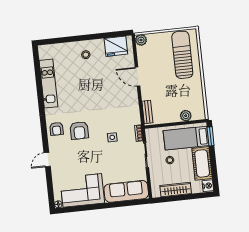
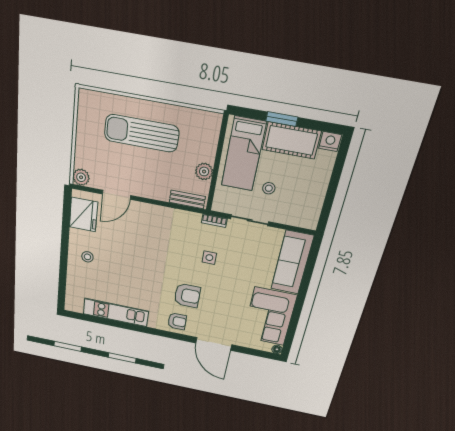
sun lounger: (182, 55) -> (142, 133), moved
door: (138, 77) -> (116, 195), moved
plant: (186, 116) -> (204, 172), moved
window: (211, 136) -> (282, 119), moved
door: (47, 160) -> (214, 344), width x1.87
wardrobe: (176, 190) -> (317, 193), removed

